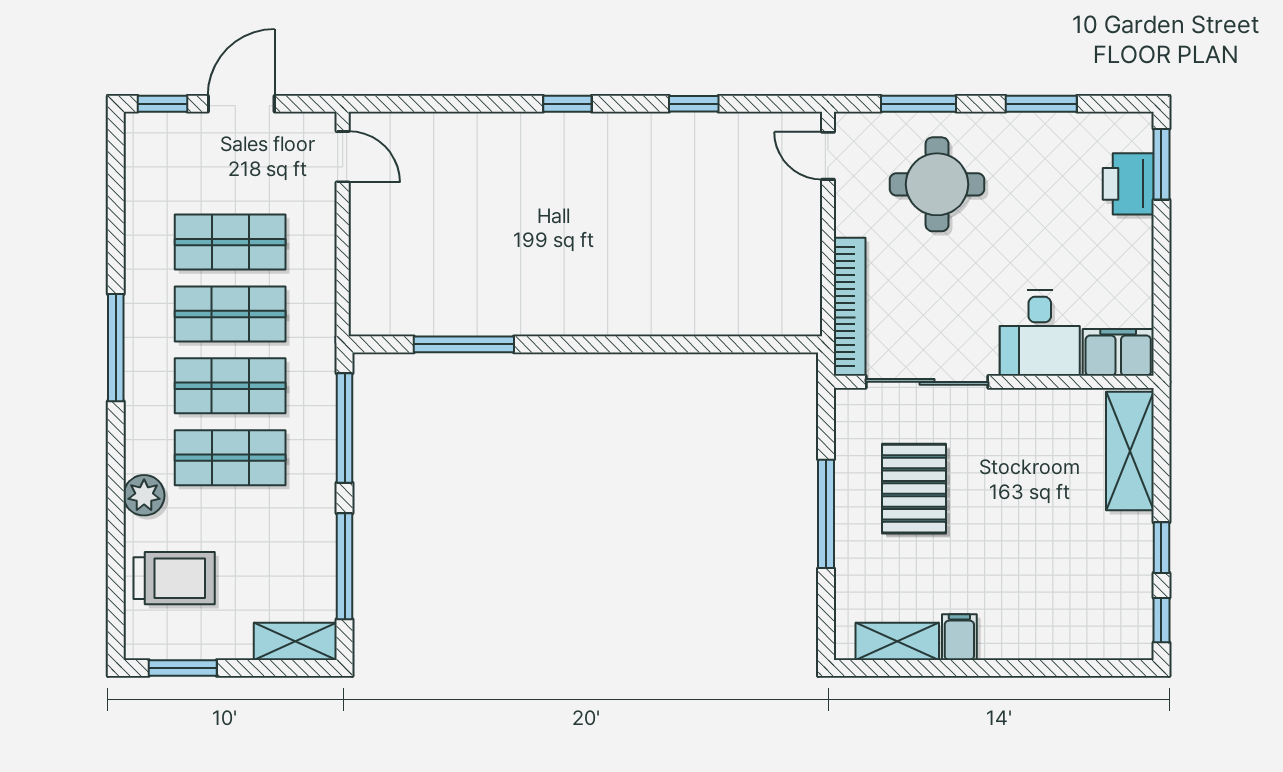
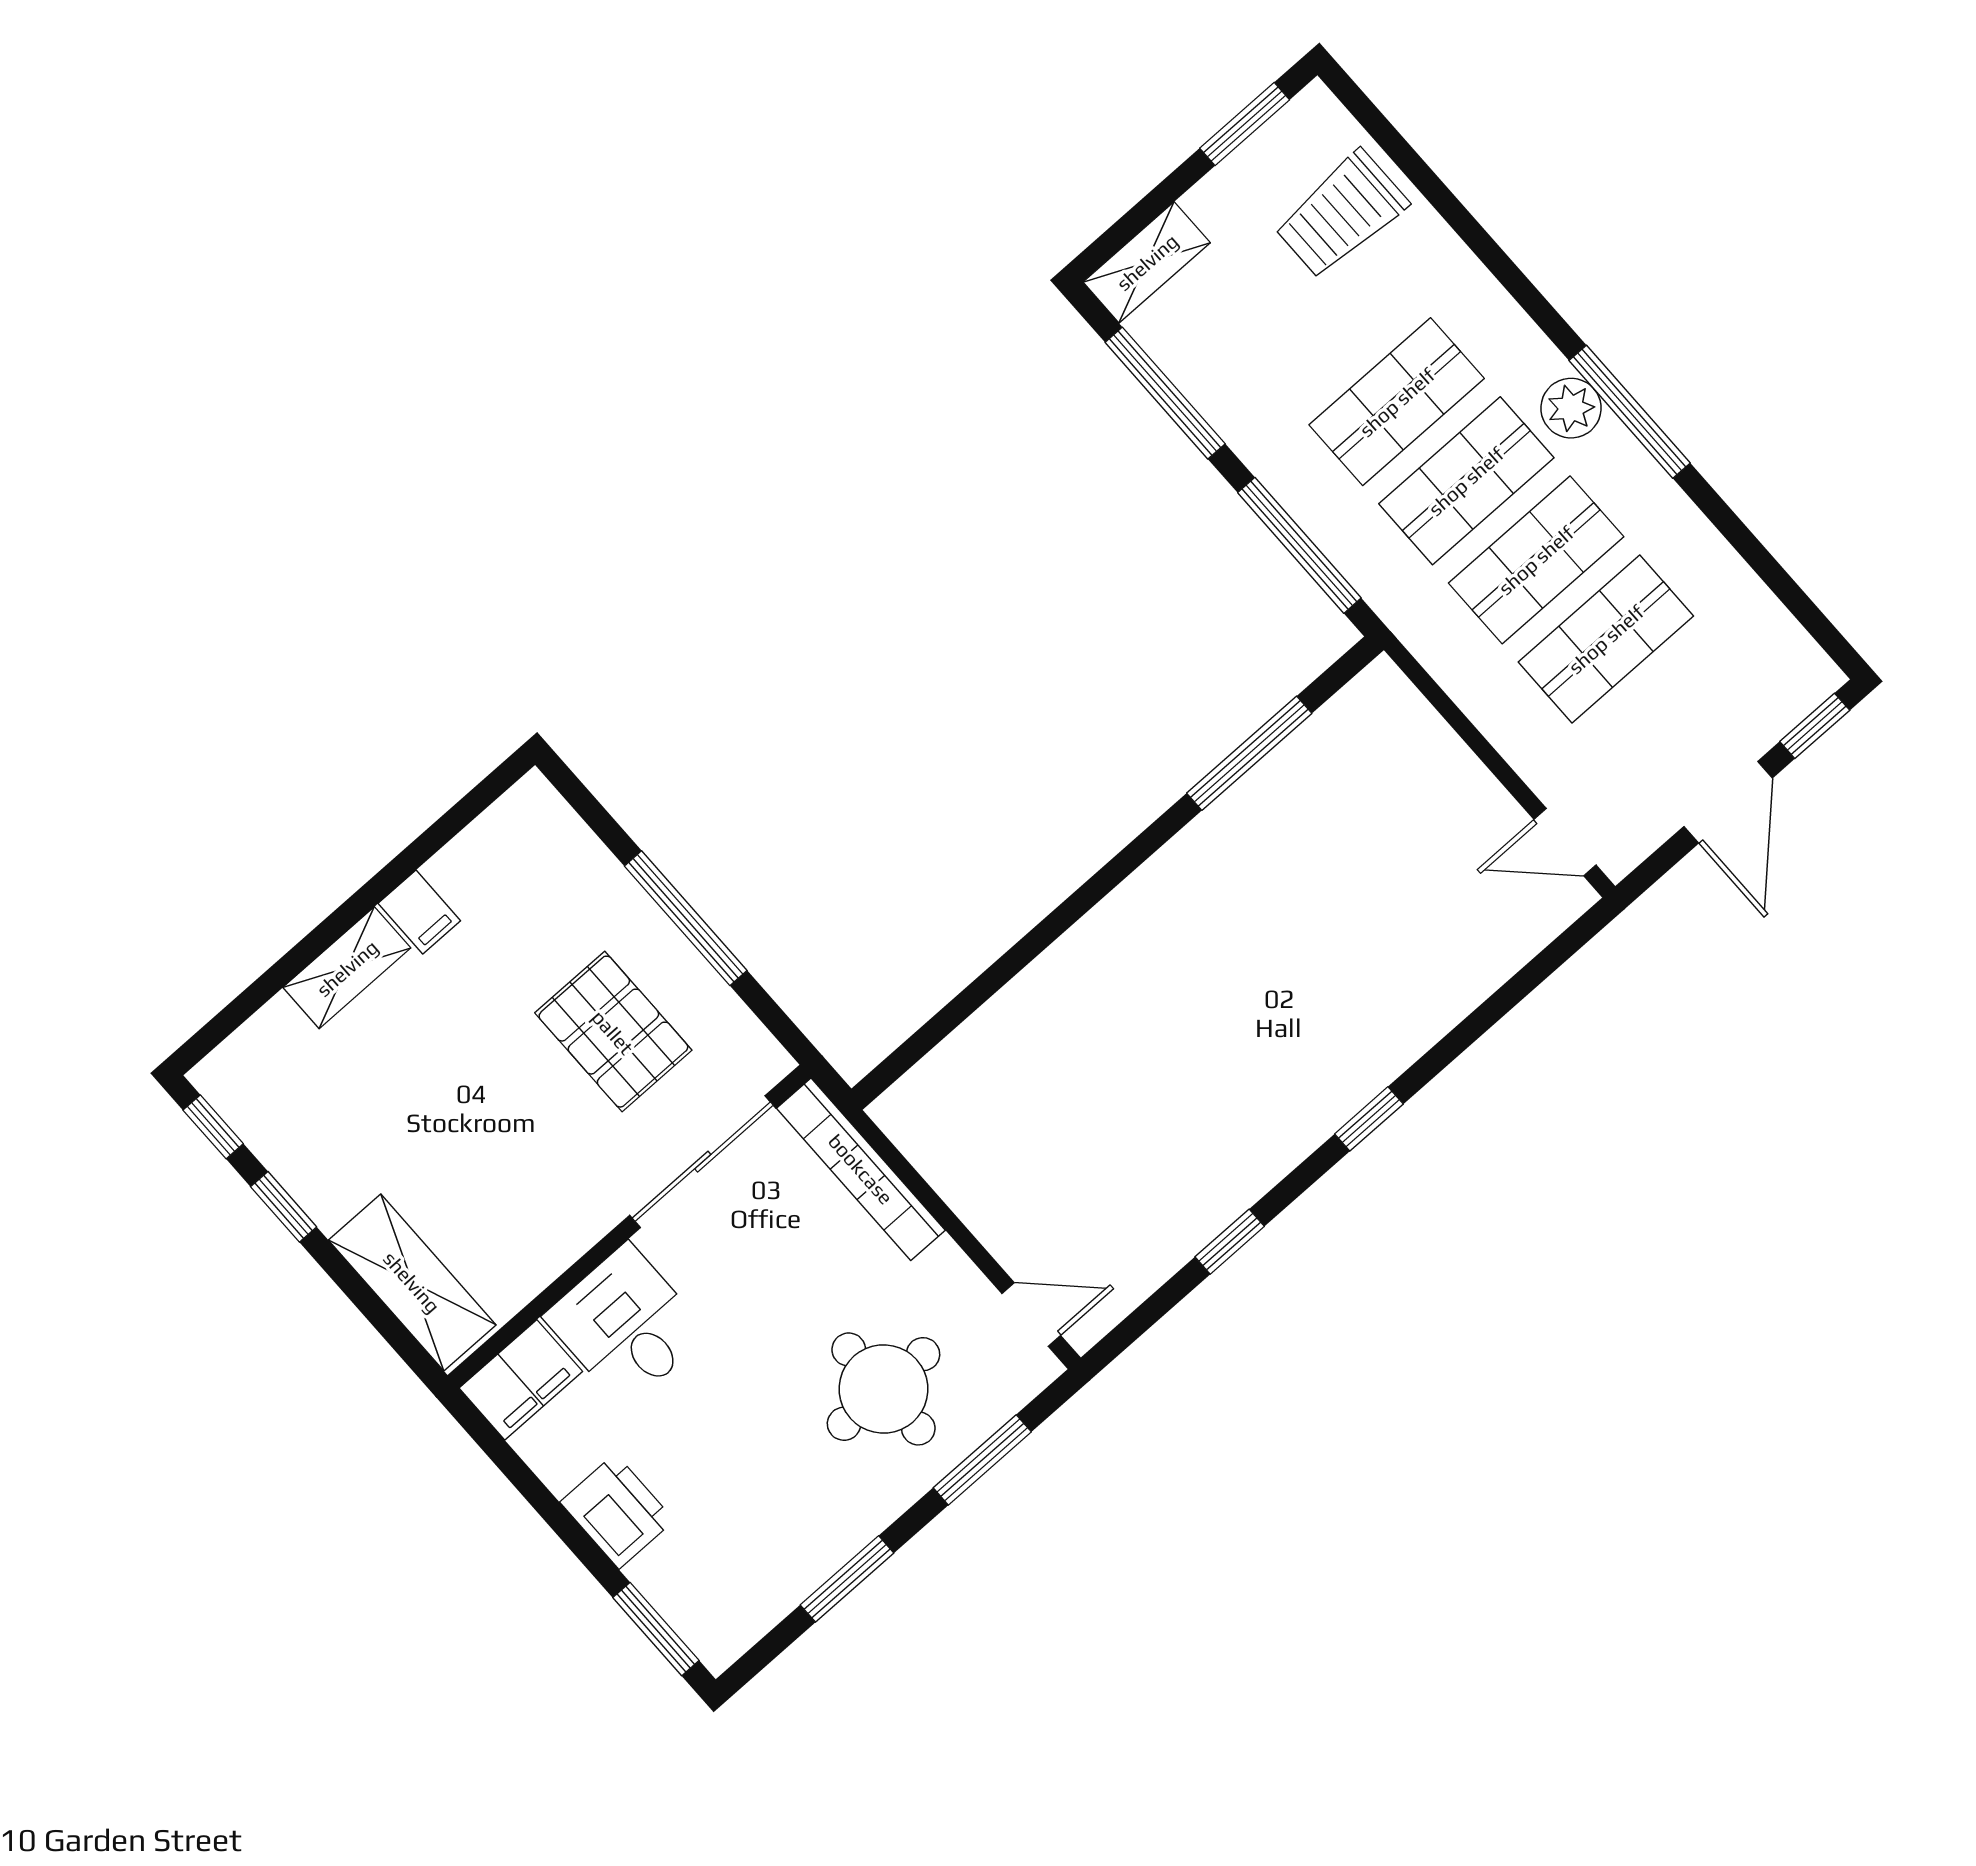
printer: (1128, 184) -> (617, 1511), moved
plant: (144, 495) -> (1571, 408), moved
shelving: (897, 641) -> (347, 968), moved

